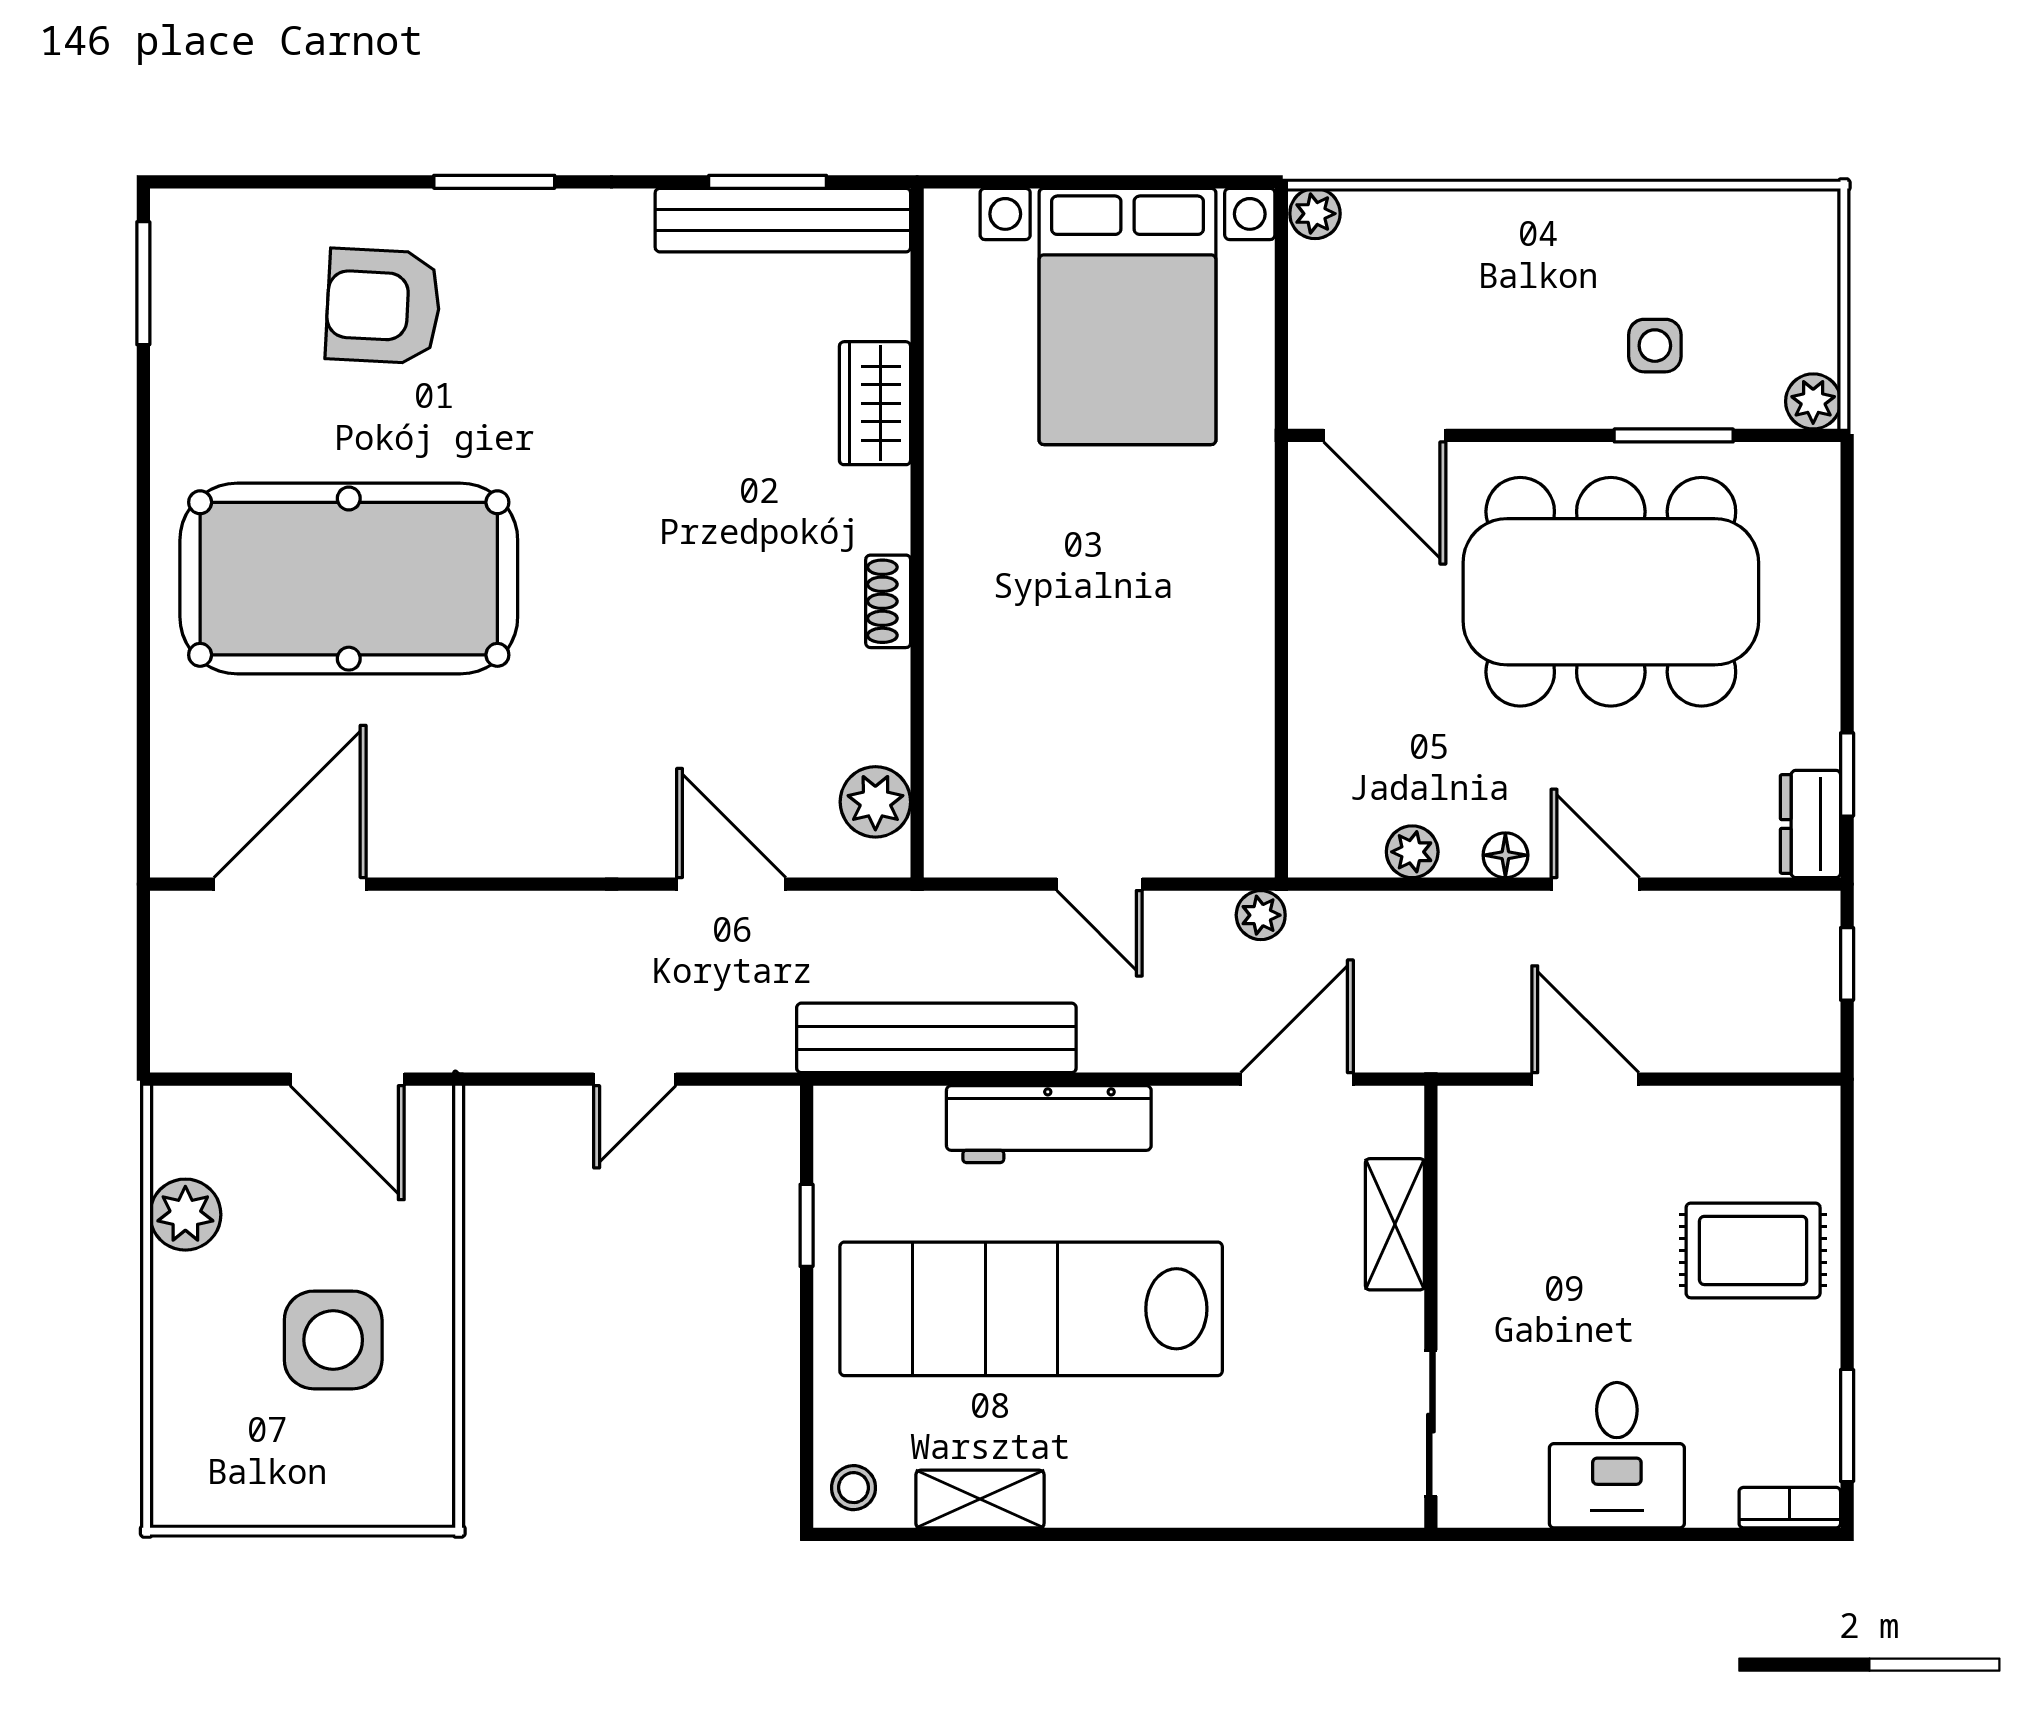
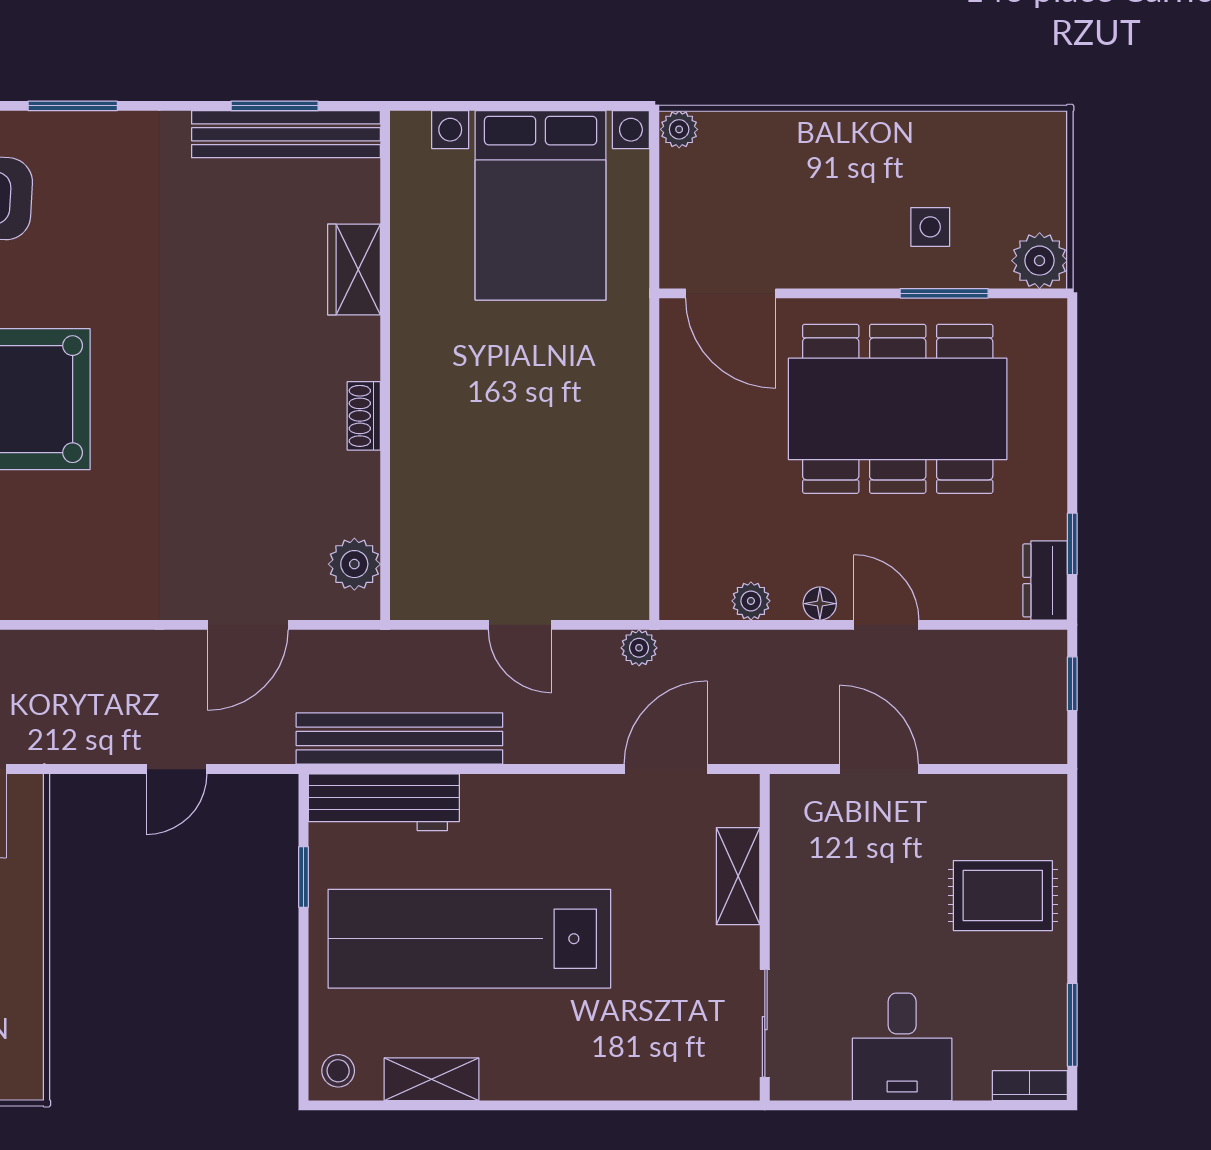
plant: (1813, 401) -> (1040, 261), width x1.38, depth x1.38
door: (731, 884) -> (248, 625), swing flipped
workbench: (1049, 1124) -> (384, 802), moved

